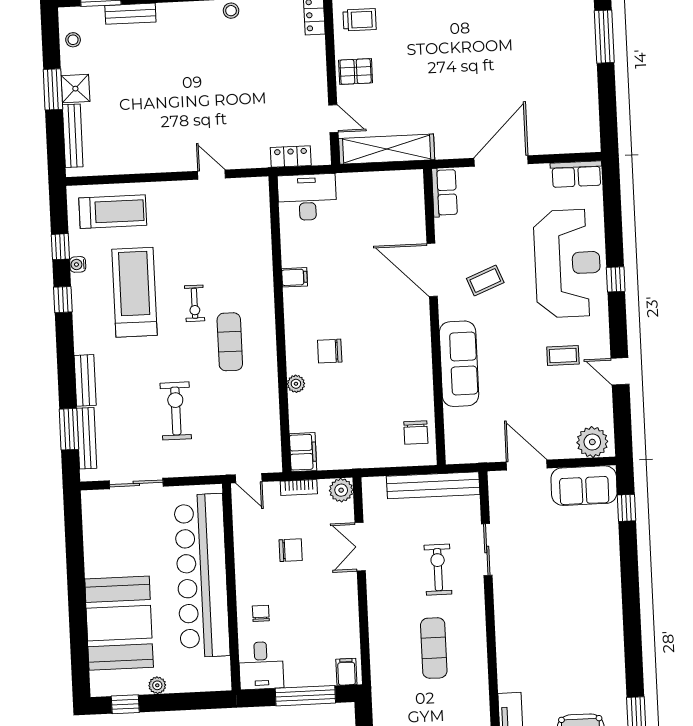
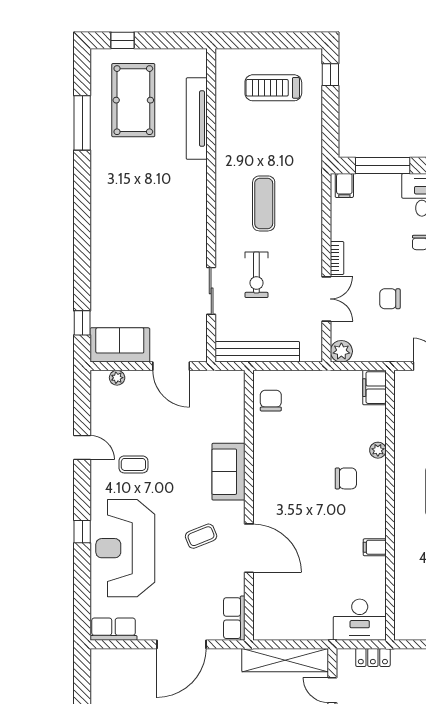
sofa: (459, 364) -> (229, 472), width x0.73
plant: (592, 442) -> (117, 378), width x0.53, depth x0.53
bookcase: (299, 487) -> (337, 258), moved, turned 90

